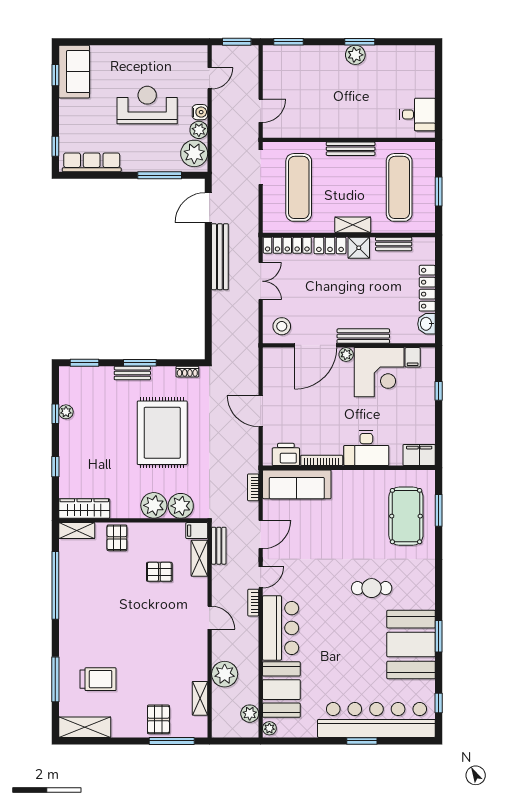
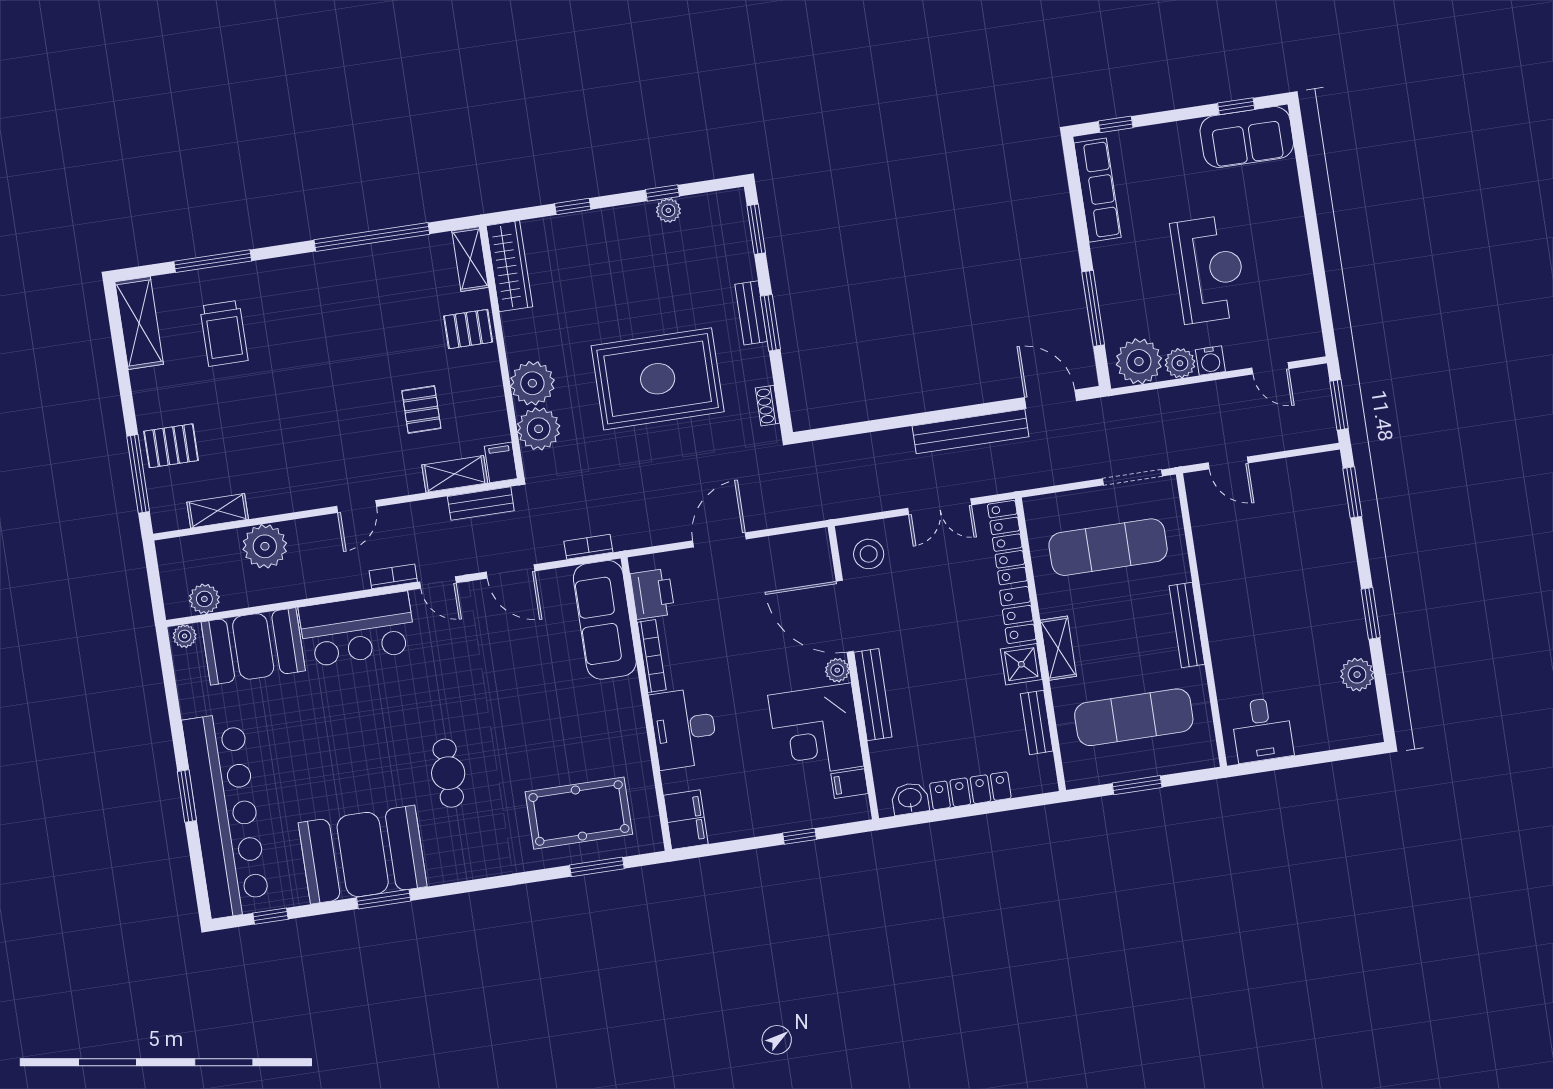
plant: (355, 55) -> (1357, 675), moved

